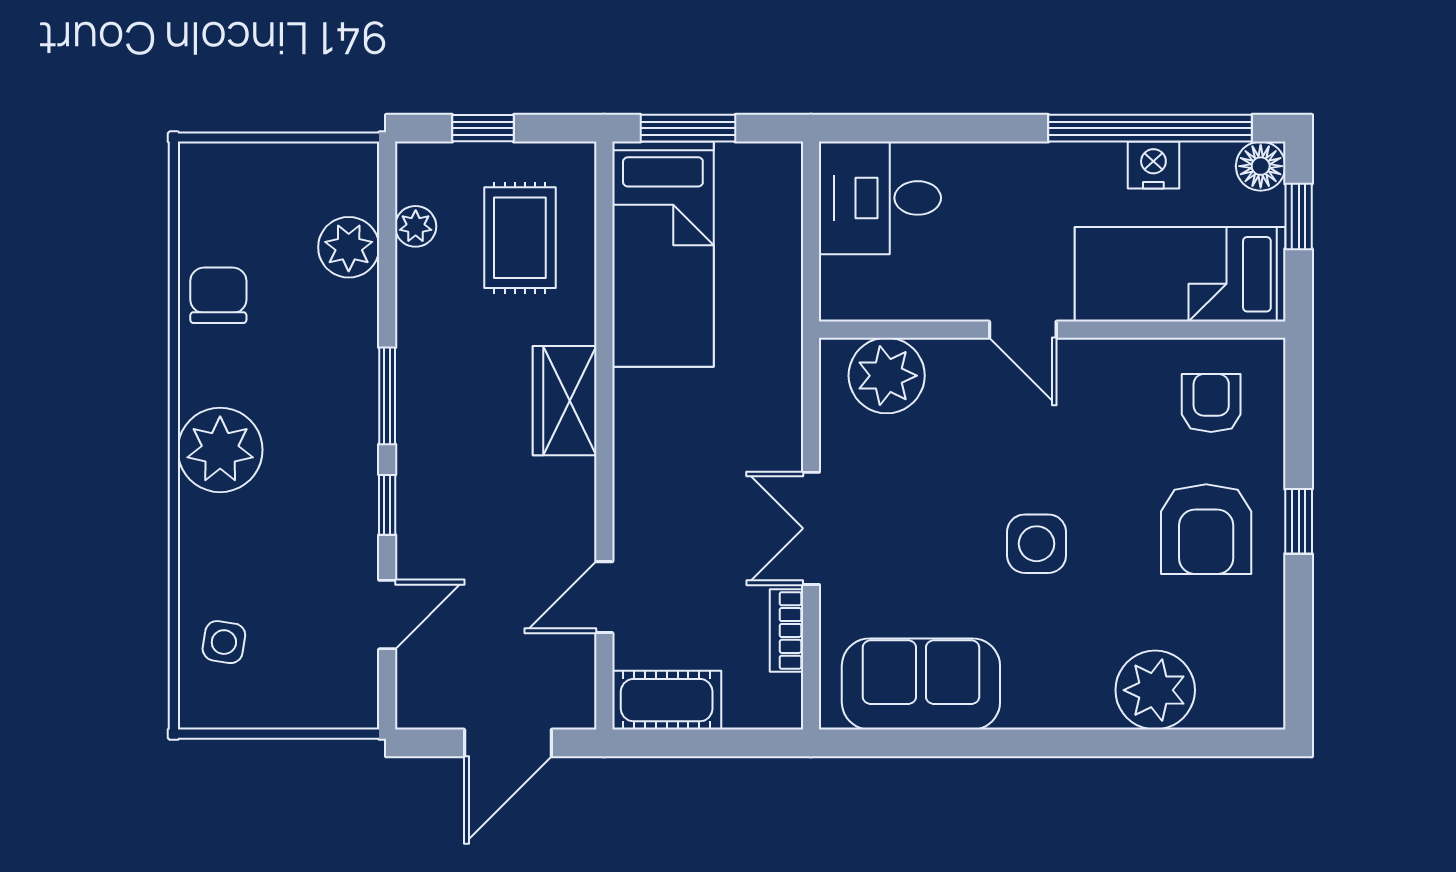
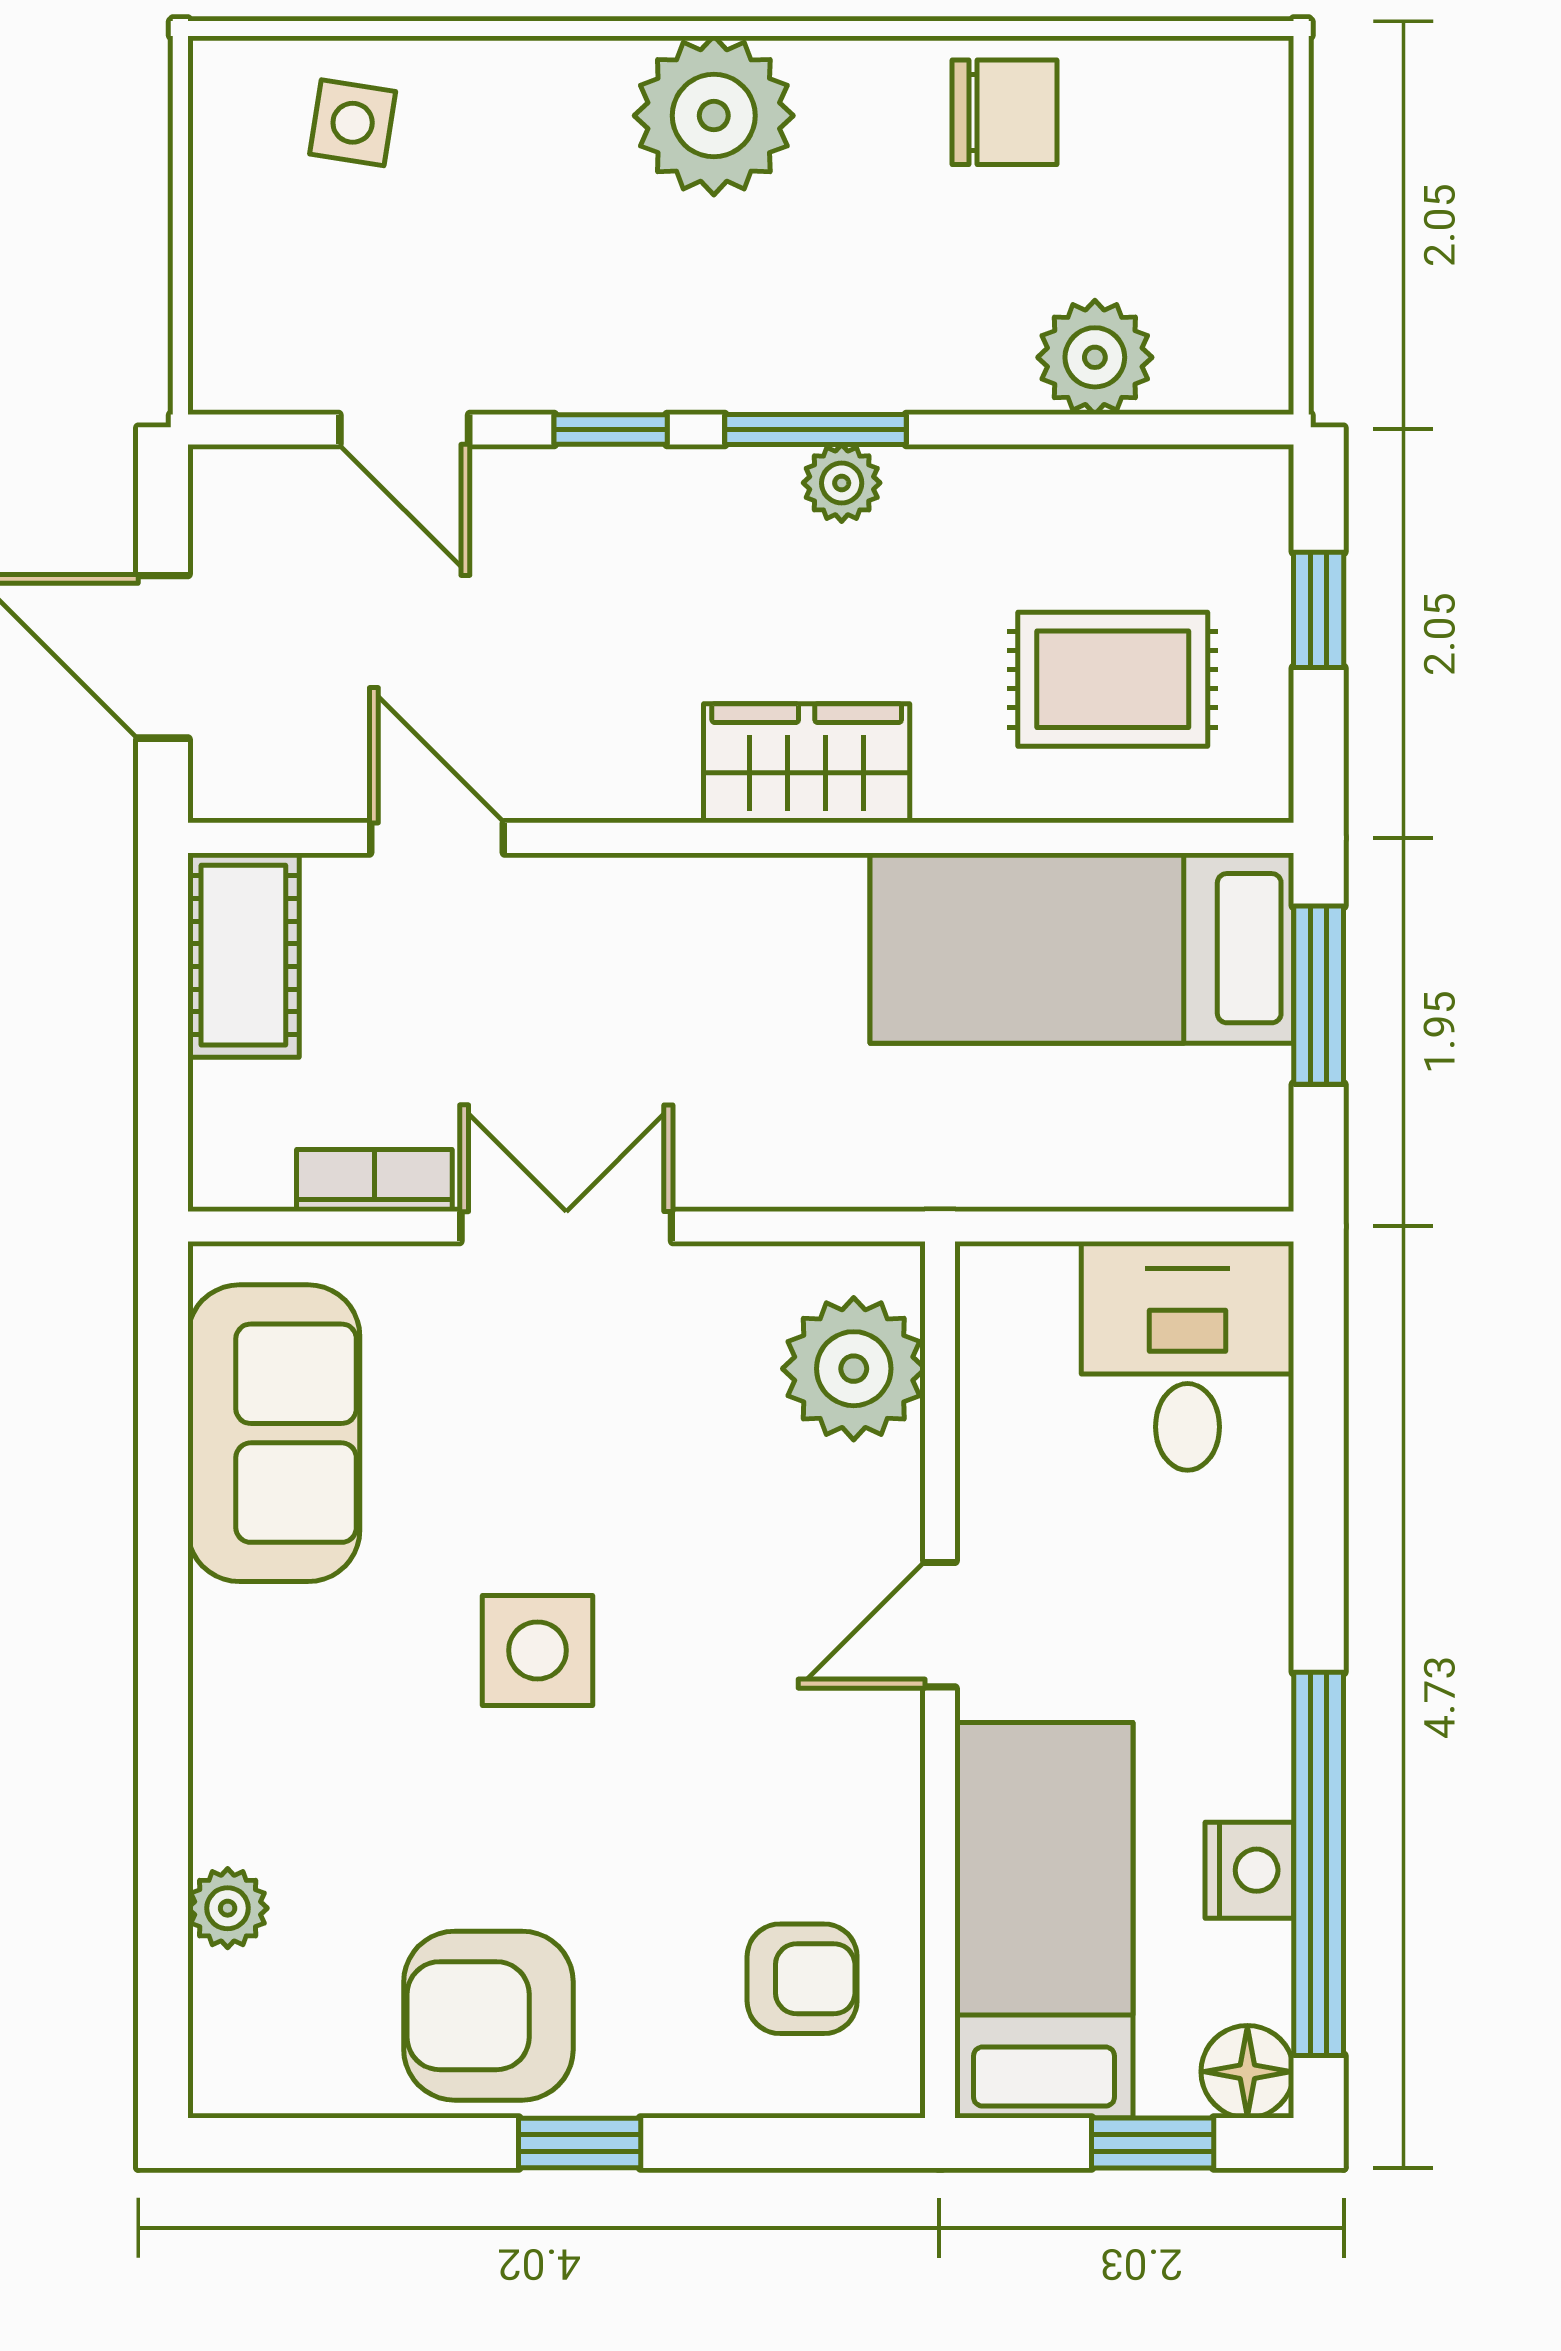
plant: (416, 226) -> (842, 483), moved
armchair: (1206, 529) -> (488, 2016), moved
plant: (1155, 690) -> (228, 1908), width x0.53, depth x0.53

